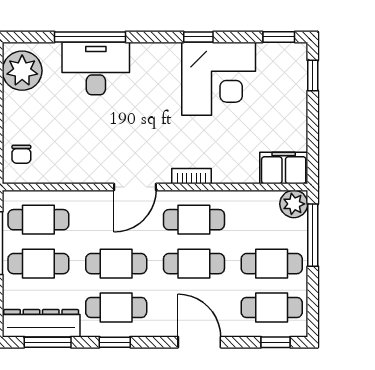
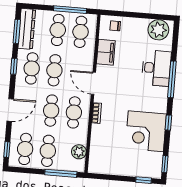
window: (90, 37) -> (172, 79), moved
filing cabinet: (284, 168) -> (106, 52), moved
plant: (294, 204) -> (79, 152), moved

